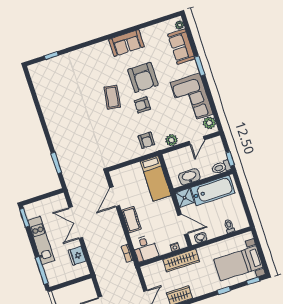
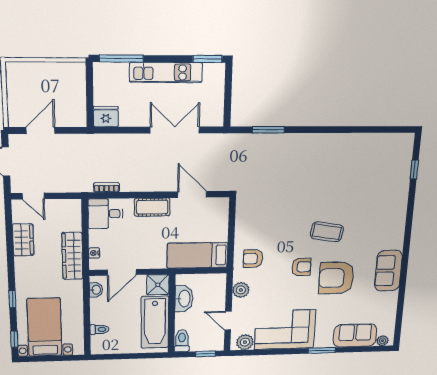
armchair: (142, 105) -> (301, 267), turned 90
window: (230, 159) -> (206, 354), moved
fridge: (77, 256) -> (106, 117), moved

